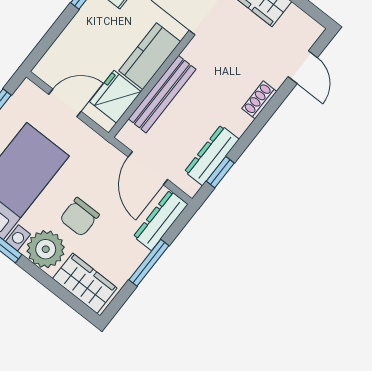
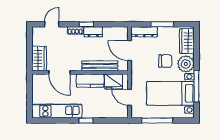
dresser: (212, 155) -> (93, 32), moved, width x0.70
door: (148, 168) -> (130, 51), swing flipped
window: (220, 172) -> (86, 24), moved

